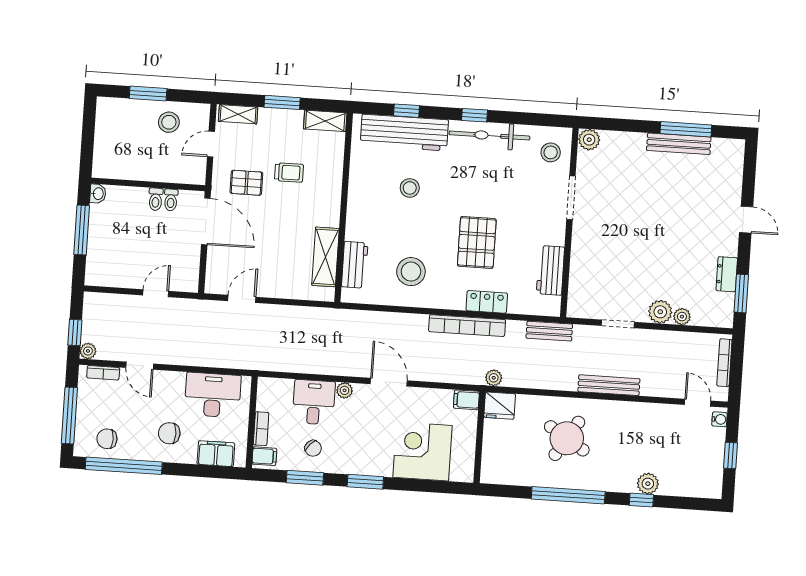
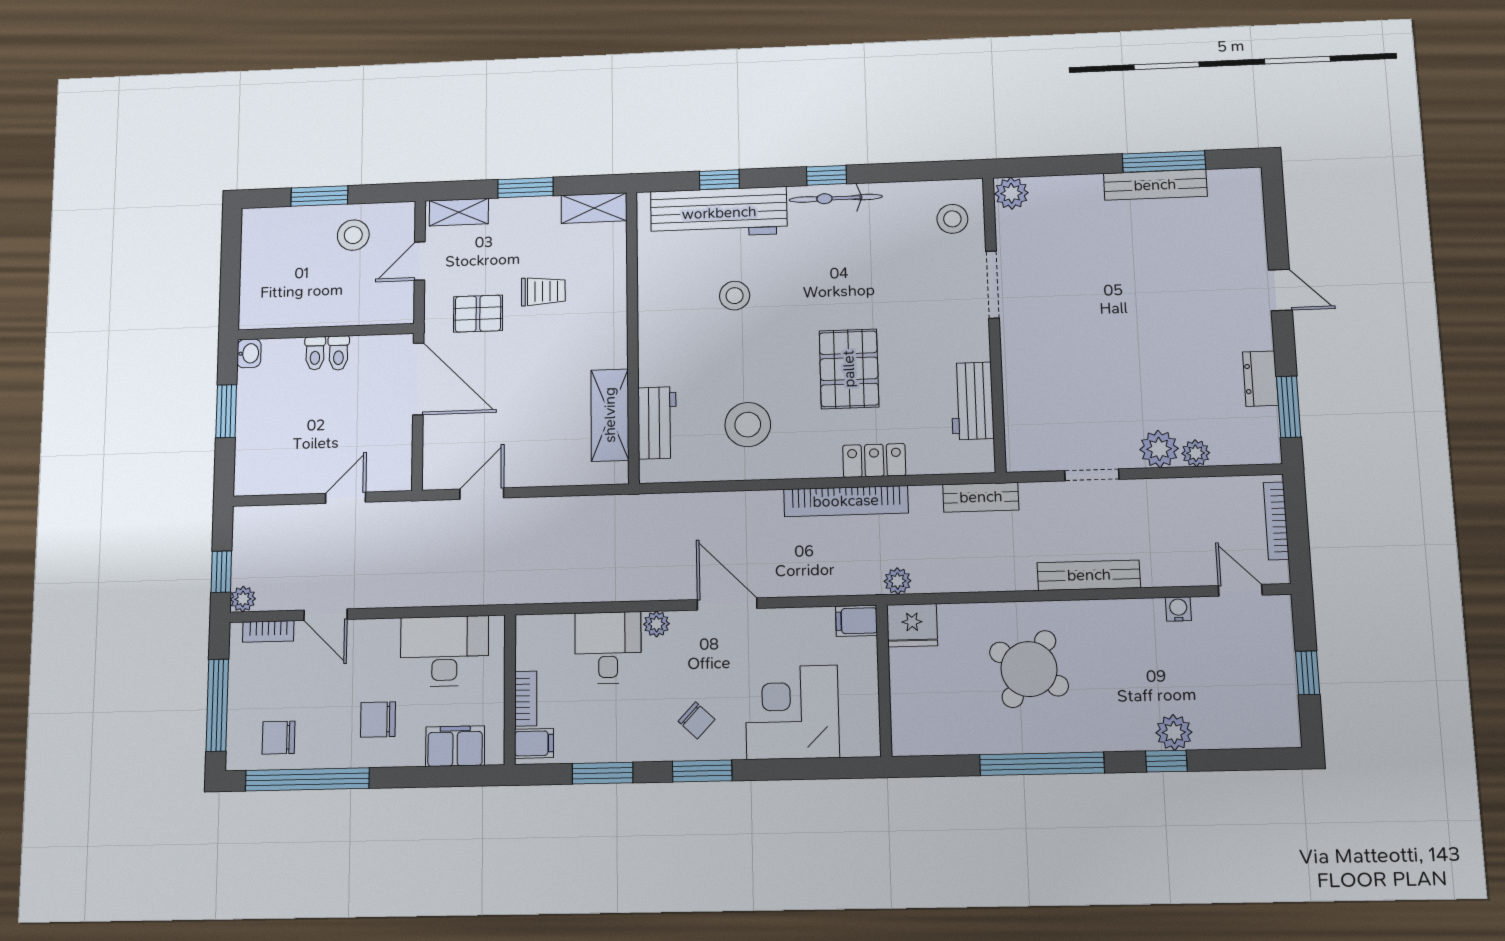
bicycle: (490, 135) -> (836, 198), width x0.73, depth x0.71
toilet: (171, 200) -> (315, 353), moved
window: (82, 230) -> (226, 411), width x0.69
water cooler: (719, 419) -> (1178, 609), moved, turned -90
chair: (313, 448) -> (696, 720), moved

